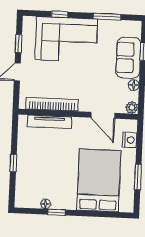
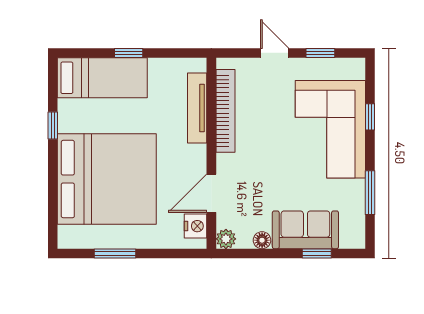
nightstand: (130, 140) -> (196, 226), moved, turned -90
bed: (28, 180) -> (102, 78), added
bed: (99, 180) -> (107, 179), width x1.36
floor lamp: (46, 204) -> (65, 108), removed

